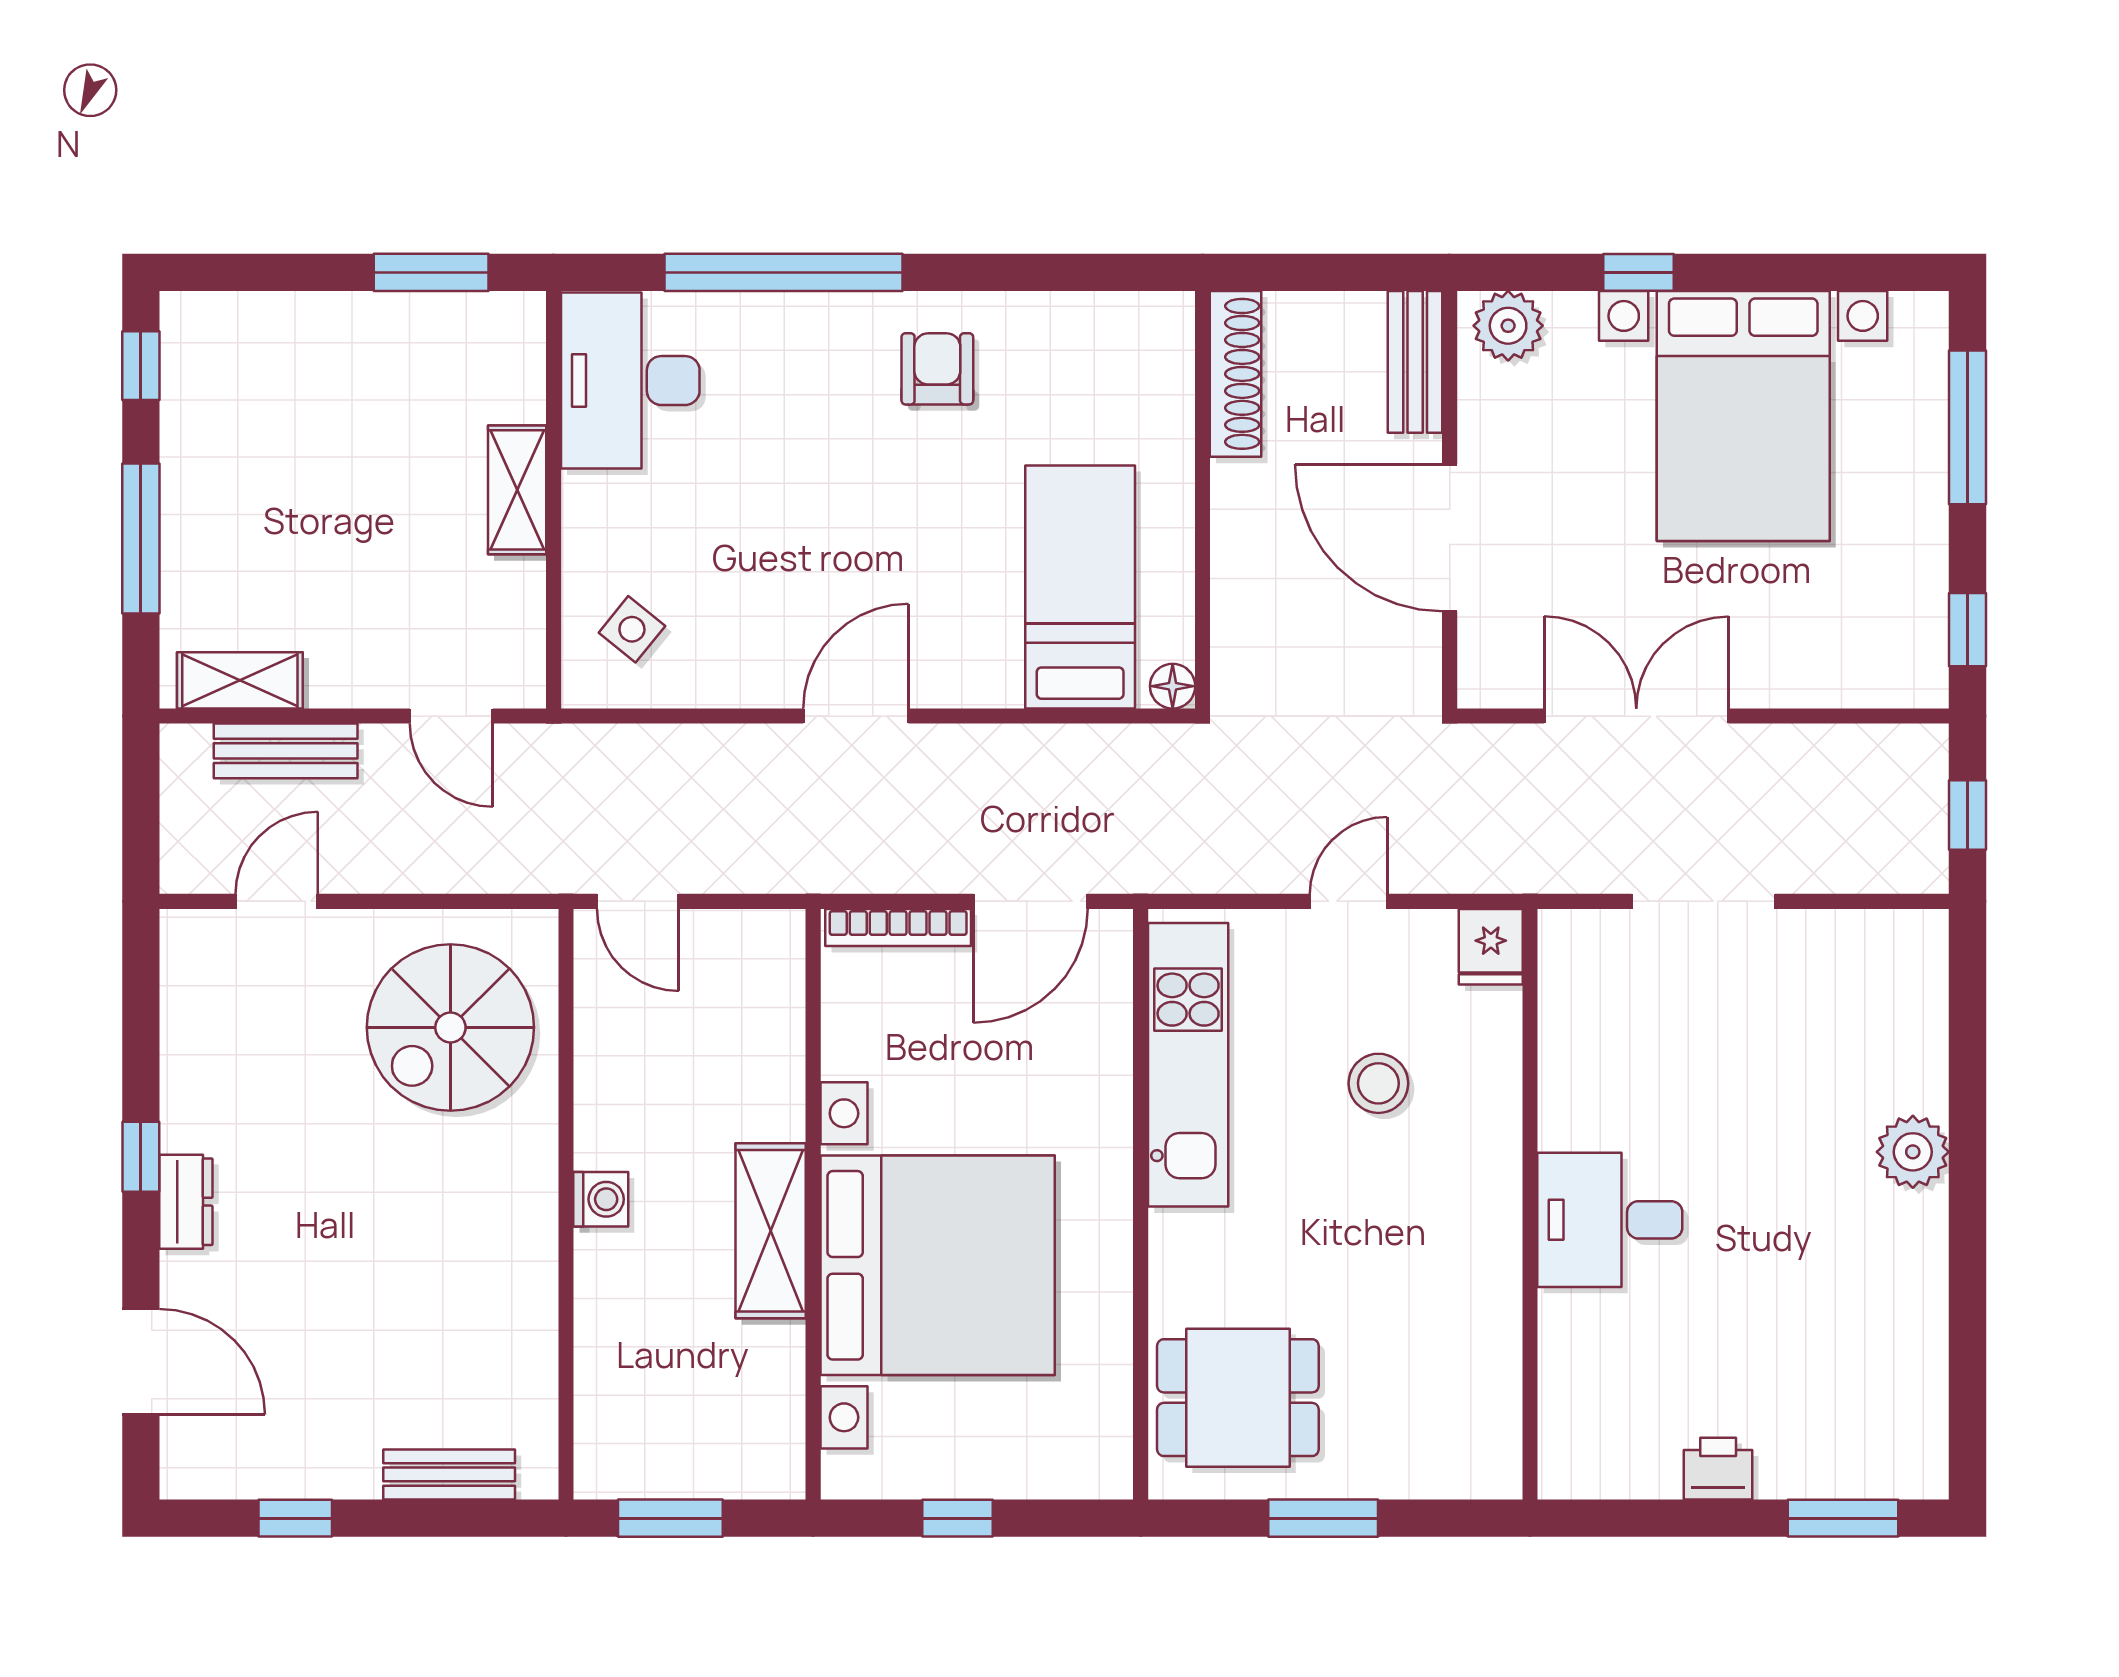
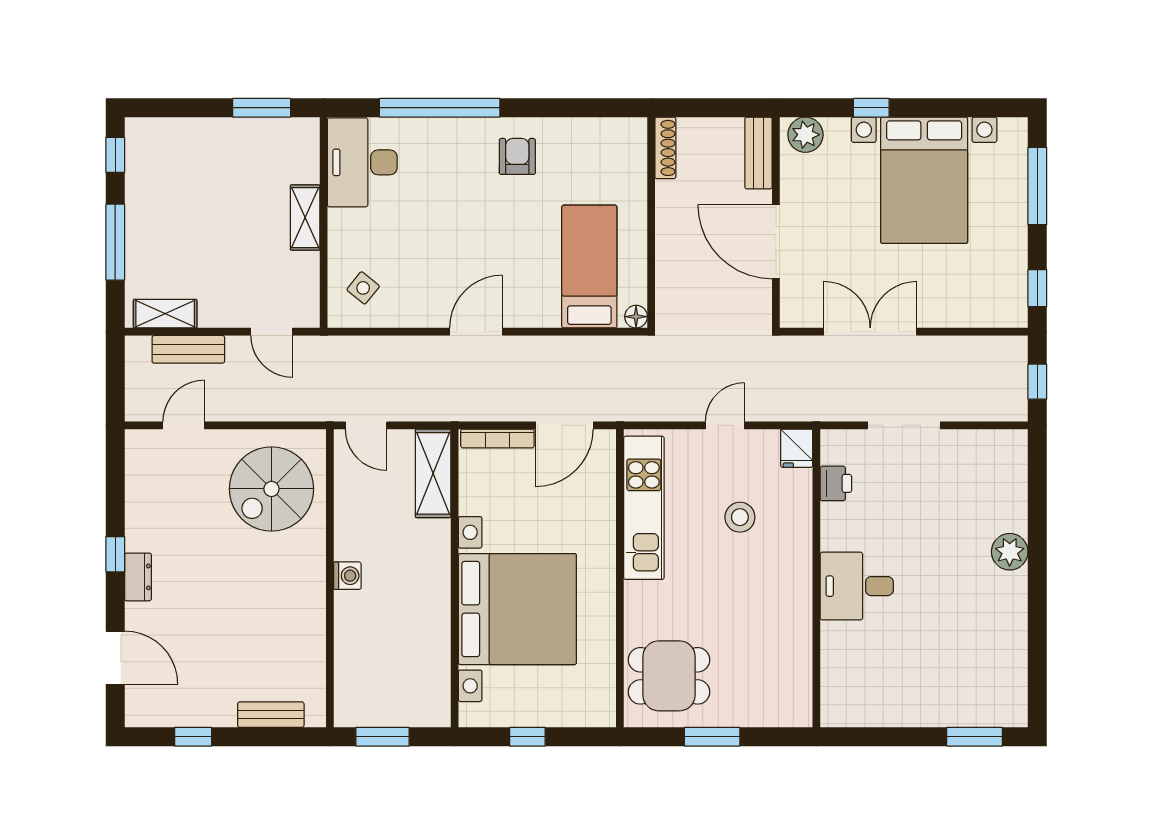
shoe rack: (1236, 374) -> (665, 148), width x0.74, depth x0.81
shelving: (771, 1231) -> (433, 473), moved
printer: (1718, 1469) -> (836, 483), moved, turned 90

